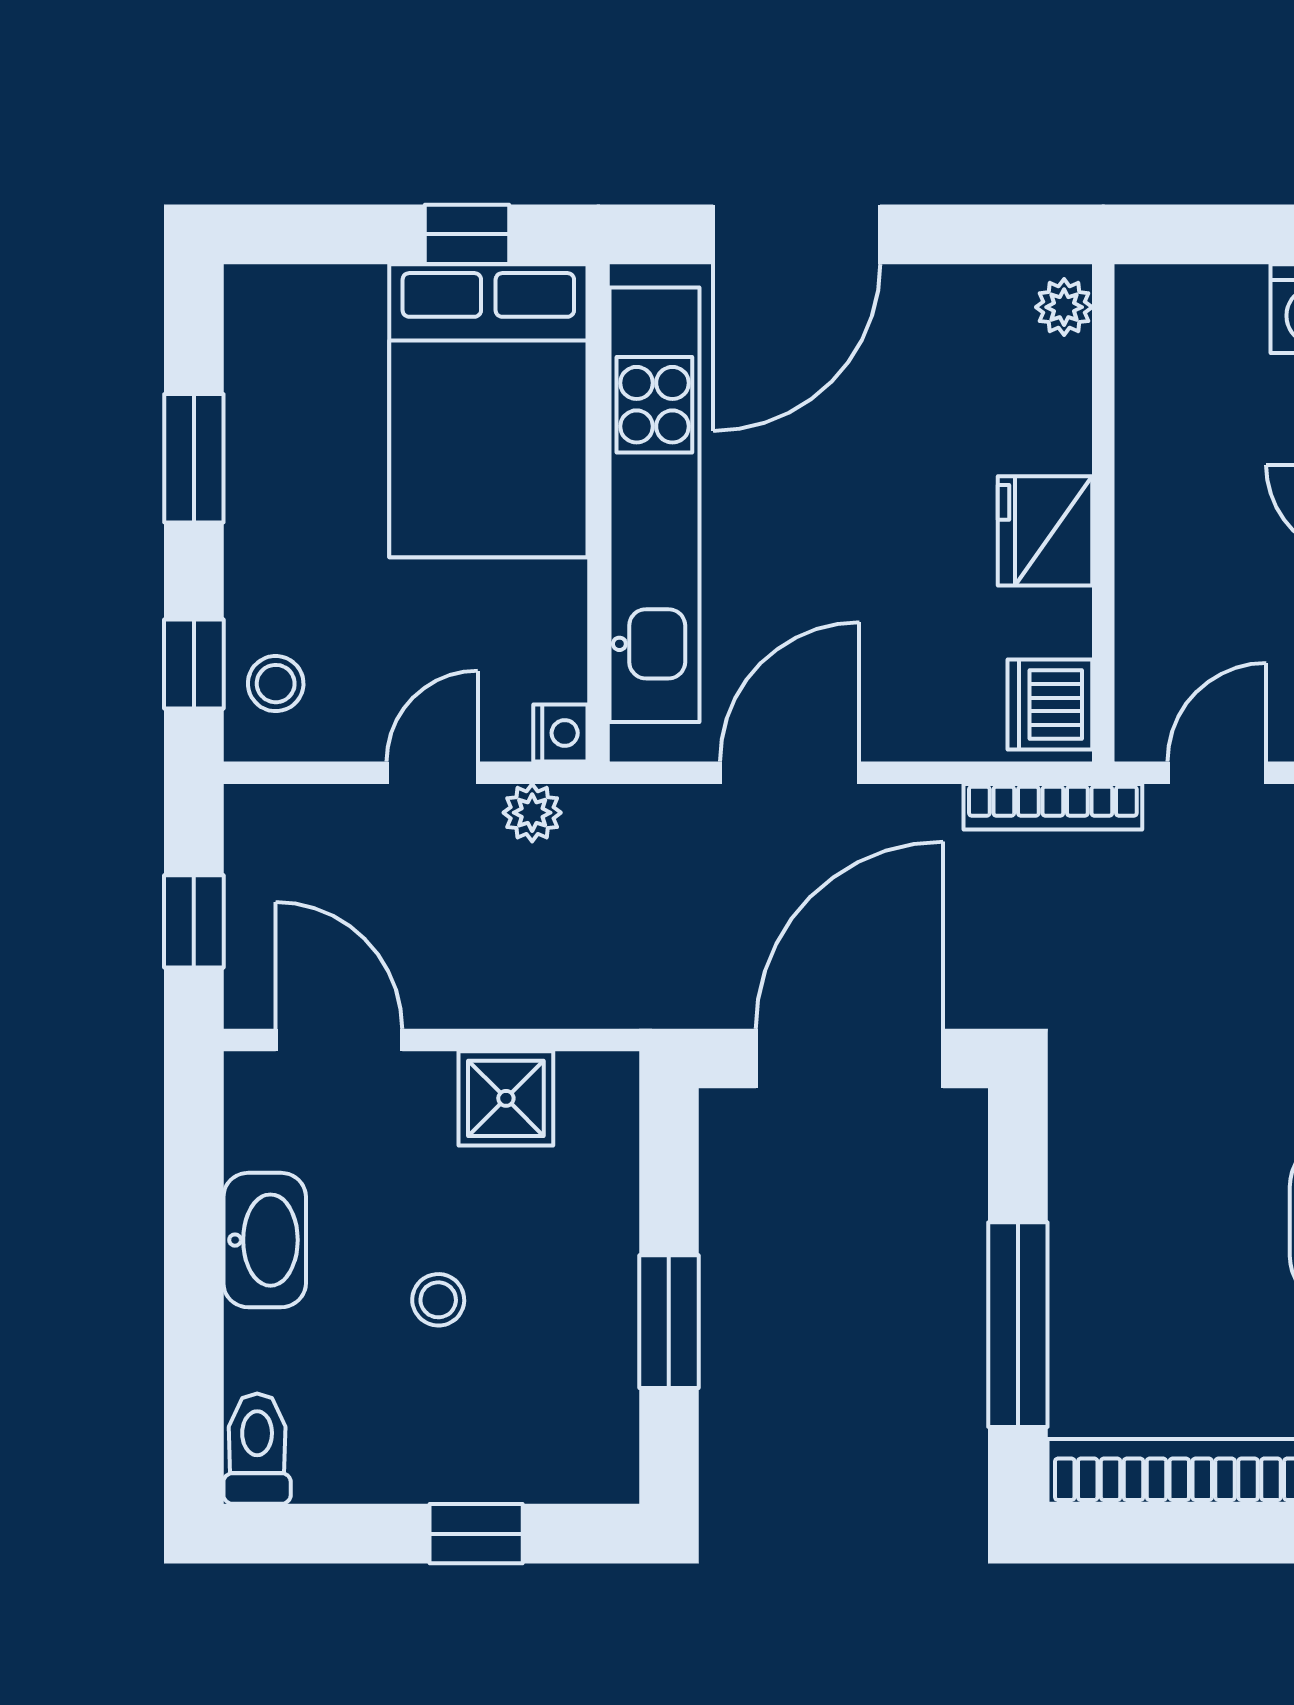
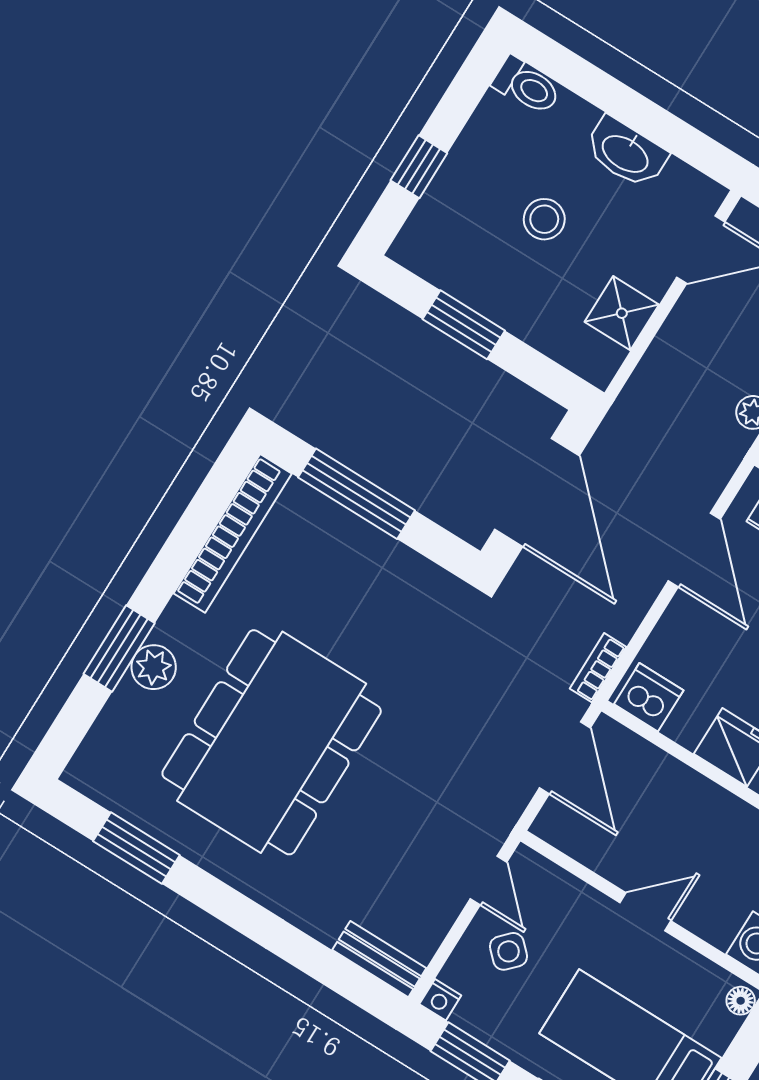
door: (1217, 773) -> (565, 758), width x1.38
bookcase: (1053, 807) -> (598, 668), width x0.64
stool: (438, 1300) -> (544, 219), width x1.37, depth x1.37

